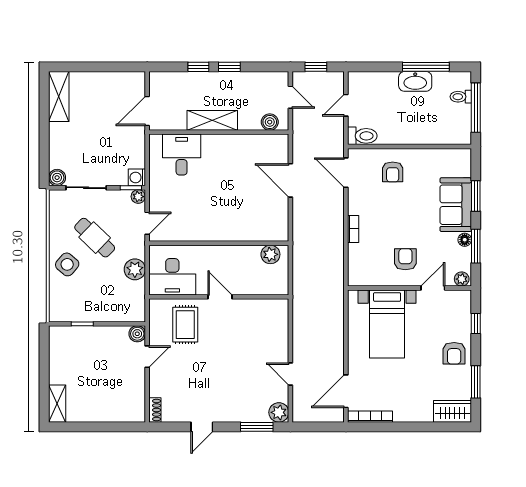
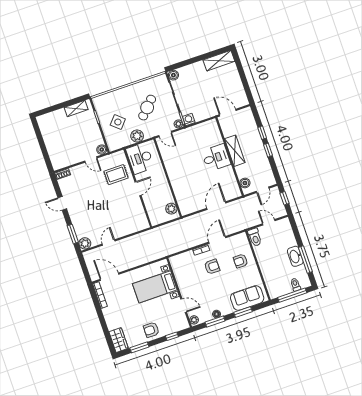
desk: (182, 155) -> (216, 158), moved
door: (346, 173) -> (217, 240), moved
sofa: (456, 205) -> (247, 298), moved
armchair: (405, 259) -> (212, 267), moved
side table: (67, 264) -> (118, 122), moved
shelving: (57, 404) -> (76, 108), moved

